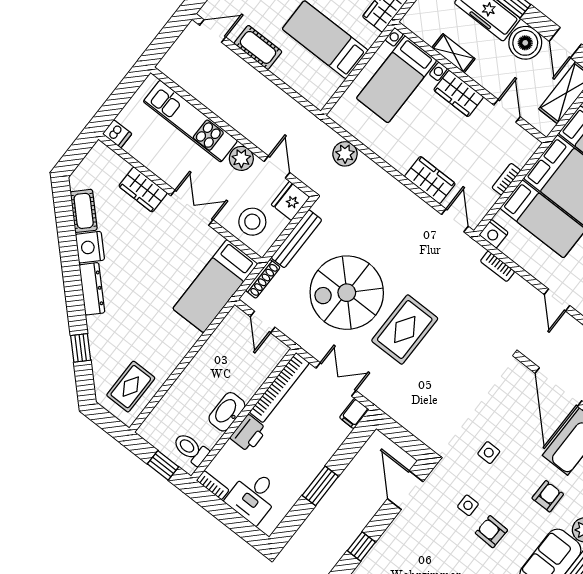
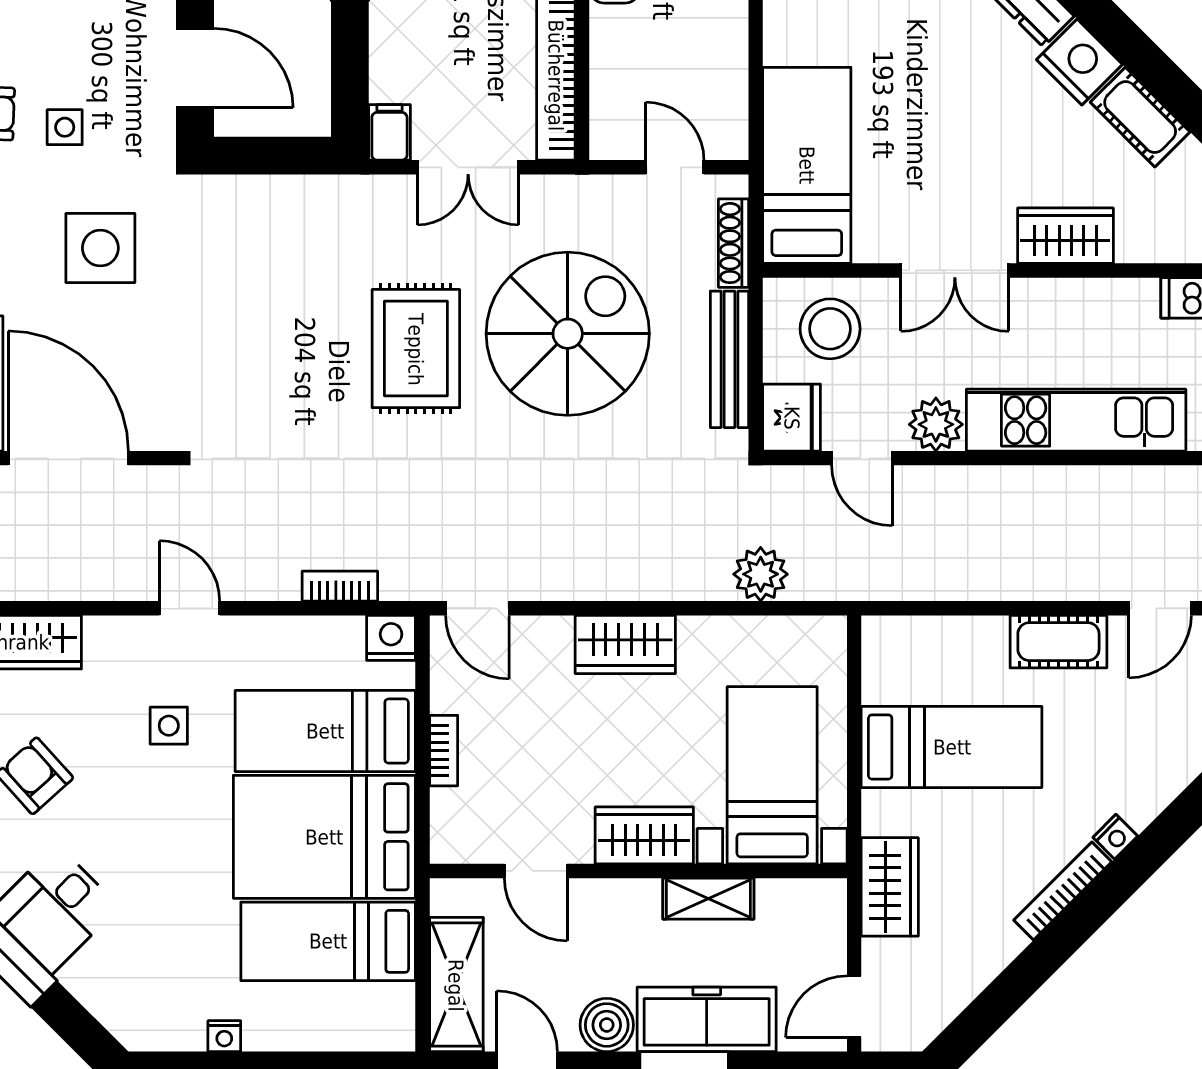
boiler: (525, 43) -> (607, 1025), width x0.73, depth x0.73
wardrobe: (430, 180) -> (625, 644), moved
side table: (489, 453) -> (100, 248), width x1.87, depth x1.87

